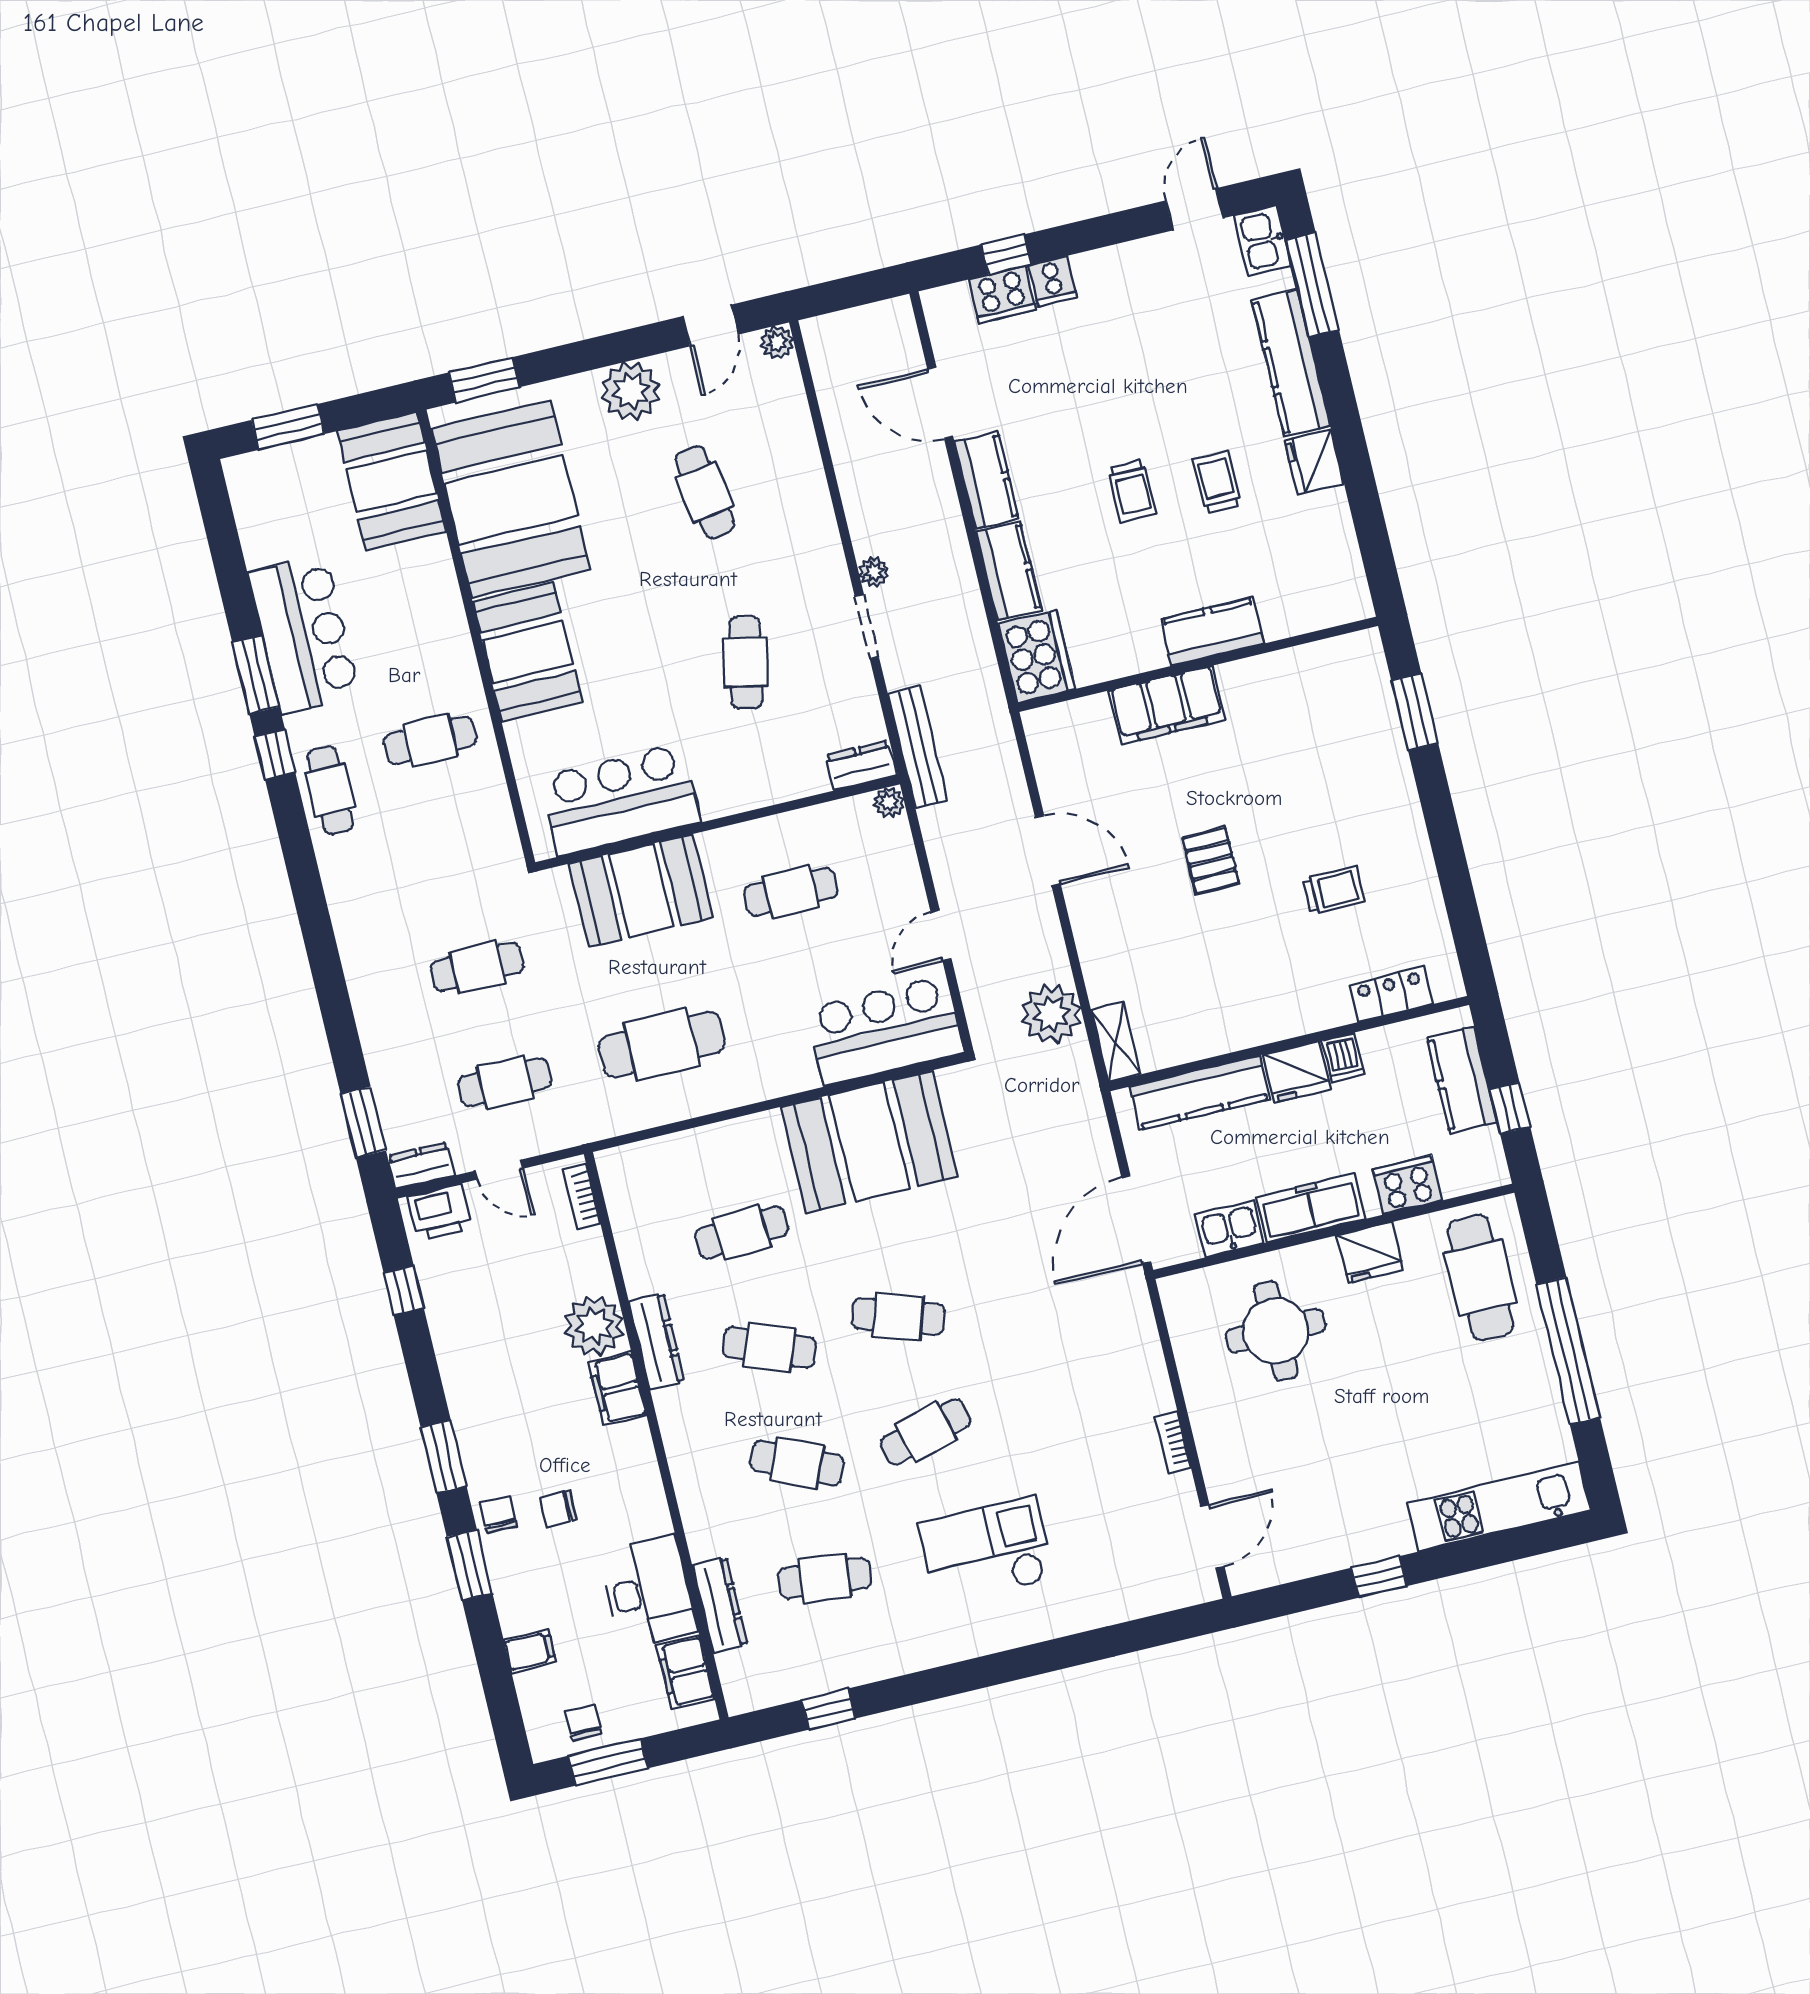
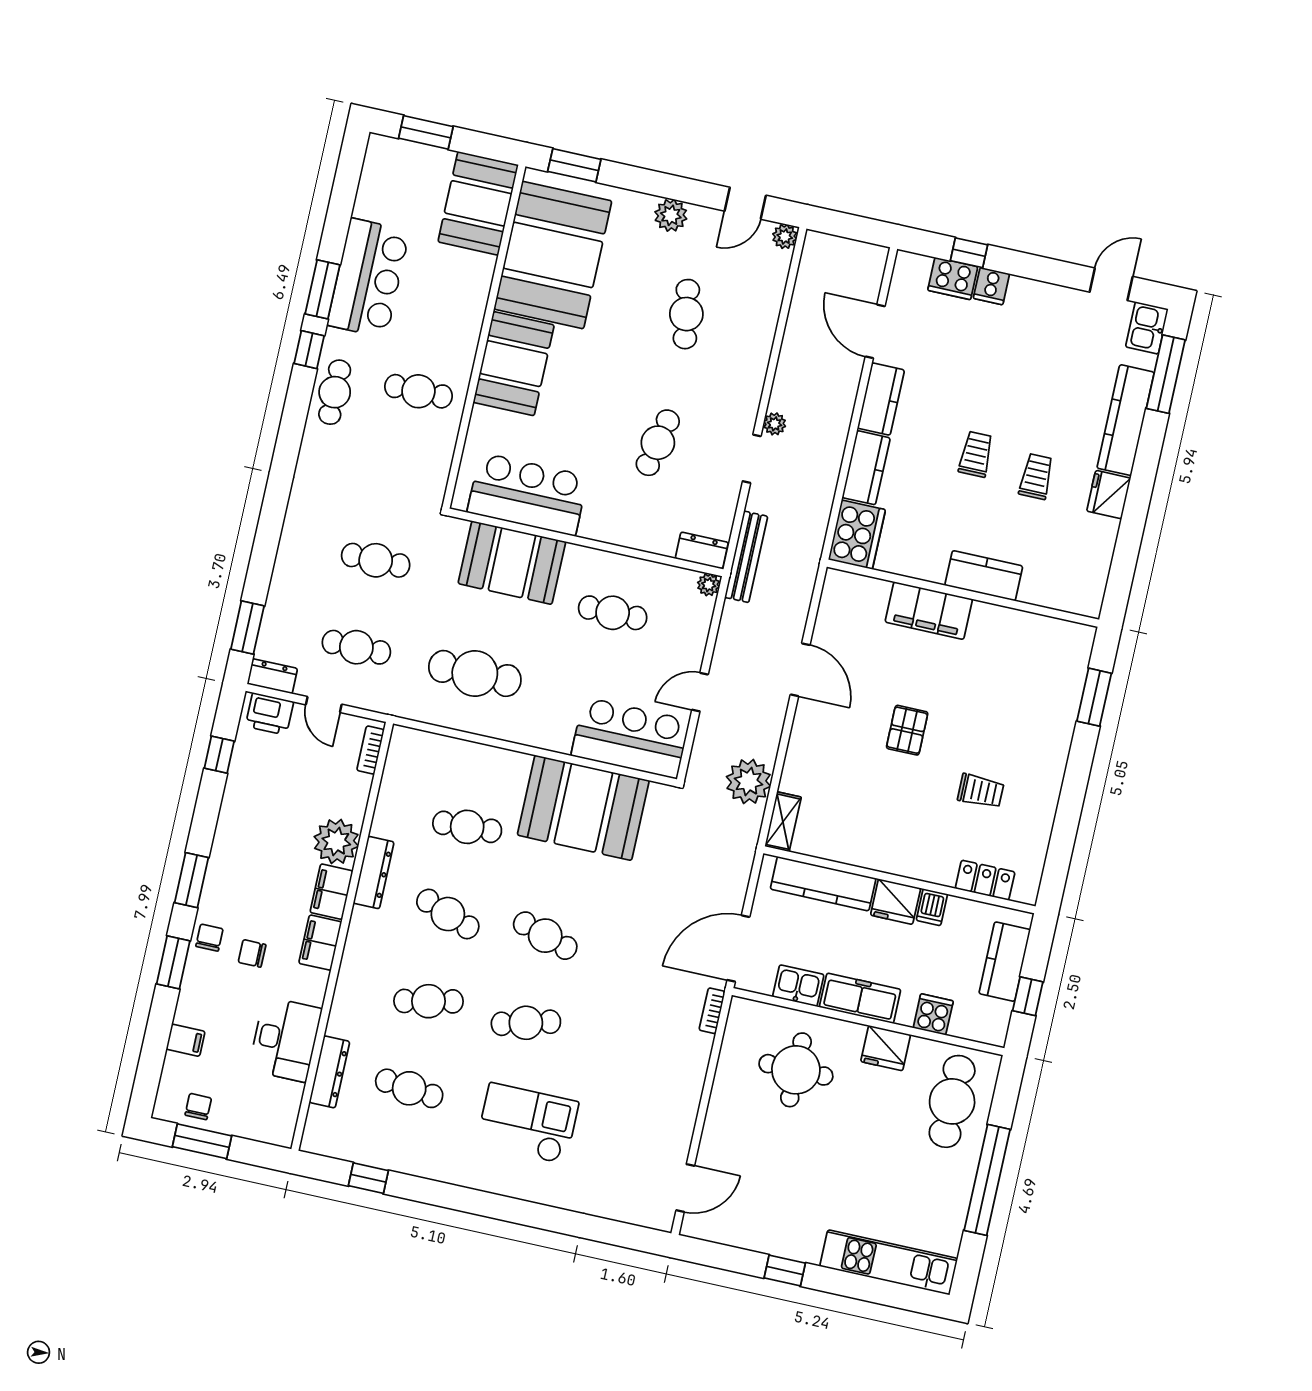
plant: (631, 391) -> (671, 215), width x0.73, depth x0.73
trolley: (1132, 491) -> (976, 454), turned 180
cooker: (1407, 1185) -> (933, 1014), width x0.73
bookcase: (1173, 1442) -> (712, 1011), moved
cafe table: (797, 1463) -> (428, 1001), turned -36
filing cabinet: (685, 1672) -> (320, 943), moved

